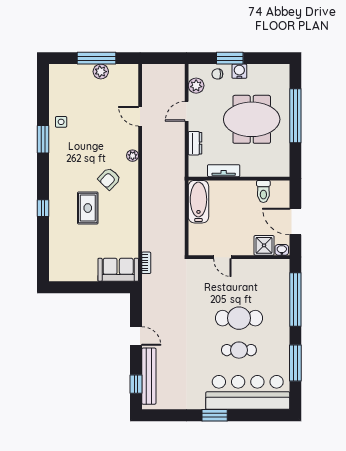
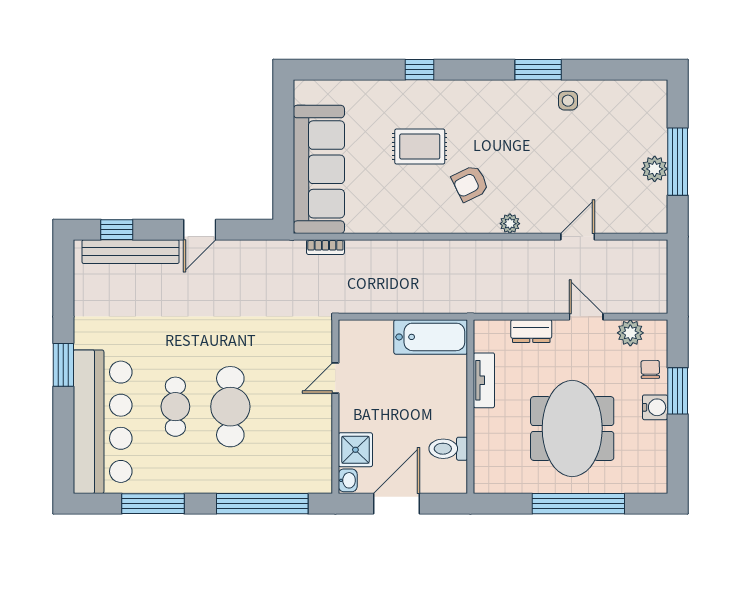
armchair: (109, 179) -> (470, 183), turned -70
sofa: (118, 270) -> (319, 169), width x1.85, depth x1.27

